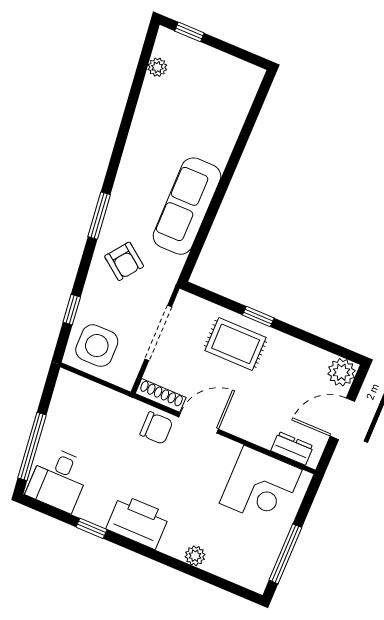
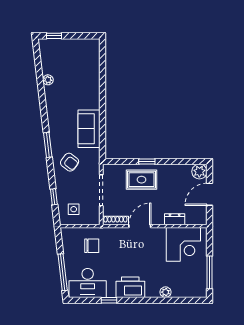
plant: (157, 67) -> (48, 80), moved
sofa: (187, 206) -> (89, 129), width x0.73
side table: (97, 346) -> (74, 209), width x0.54, depth x0.54
chair: (156, 428) -> (92, 246), moved
dresser: (292, 448) -> (175, 219), moved
desk: (58, 479) -> (88, 283), width x1.37

